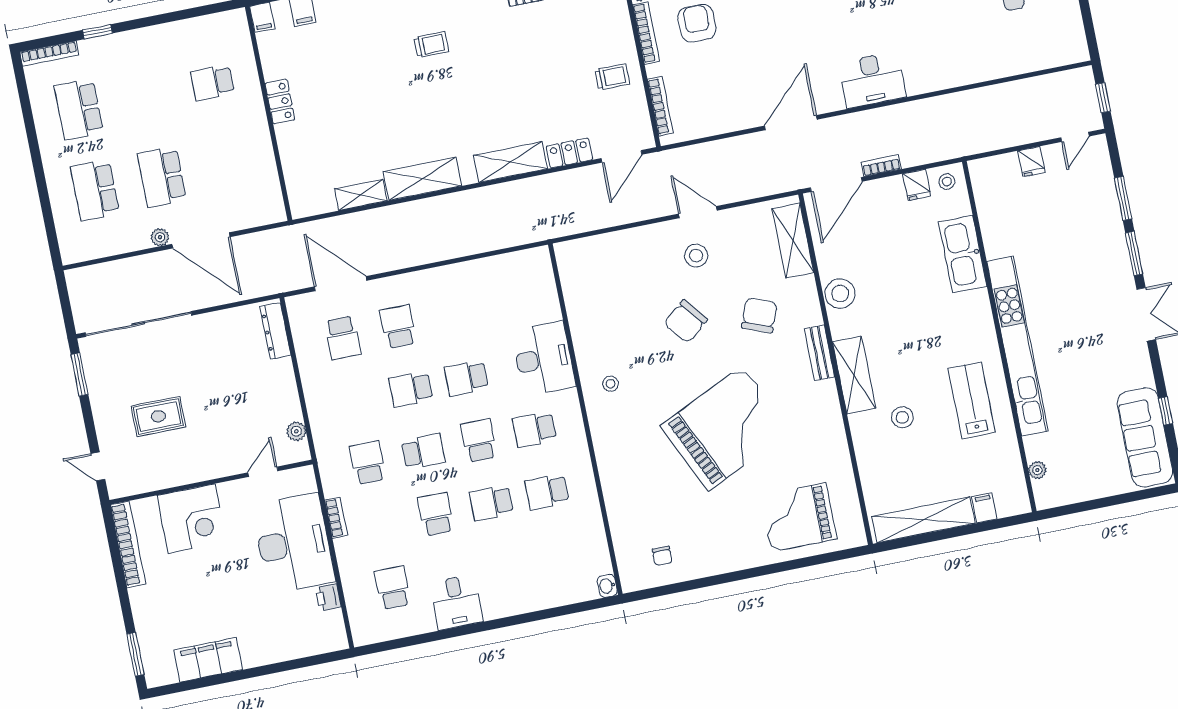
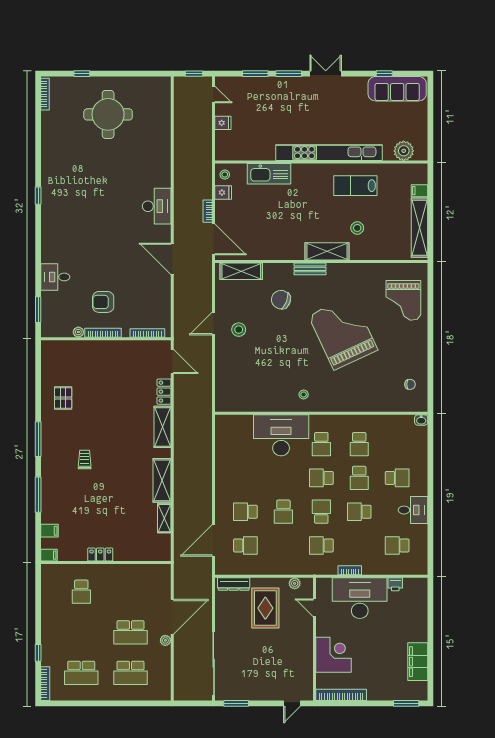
trolley: (612, 77) -> (125, 358), removed
stool: (840, 294) -> (278, 250), removed
chair: (686, 321) -> (276, 343), removed
desk: (544, 359) -> (281, 435), width x1.36, depth x1.30
school desk: (466, 378) -> (397, 478), moved, turned -90
rug: (158, 416) -> (265, 608), moved, width x1.36, depth x1.43
plant: (1037, 470) -> (404, 151), width x1.88, depth x1.88

